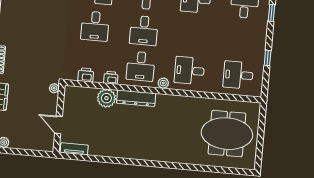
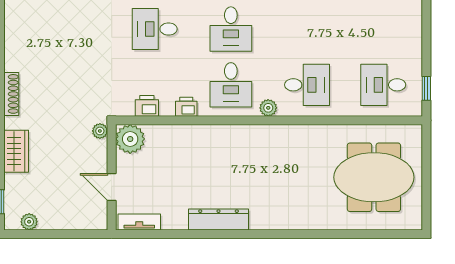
desk: (95, 26) -> (155, 29), turned 90
window: (268, 58) -> (426, 88), moved
desk: (189, 71) -> (307, 85), turned 180
plant: (106, 98) -> (130, 139), moved
dresser: (136, 98) -> (219, 219), moved, turned 180

